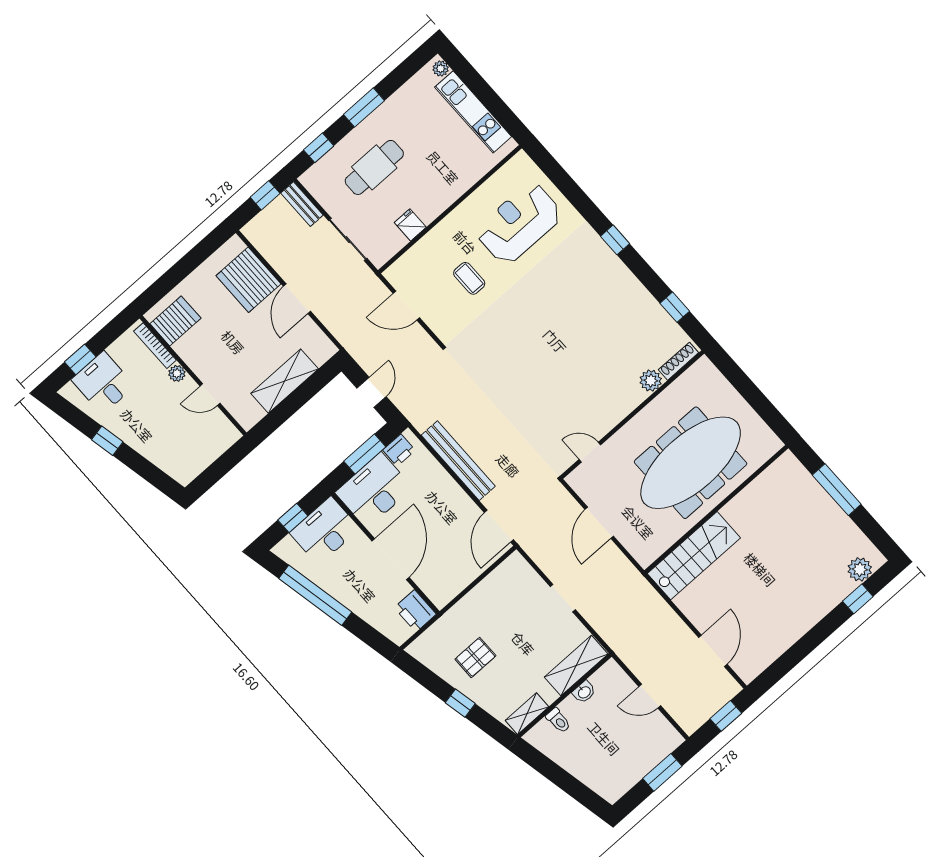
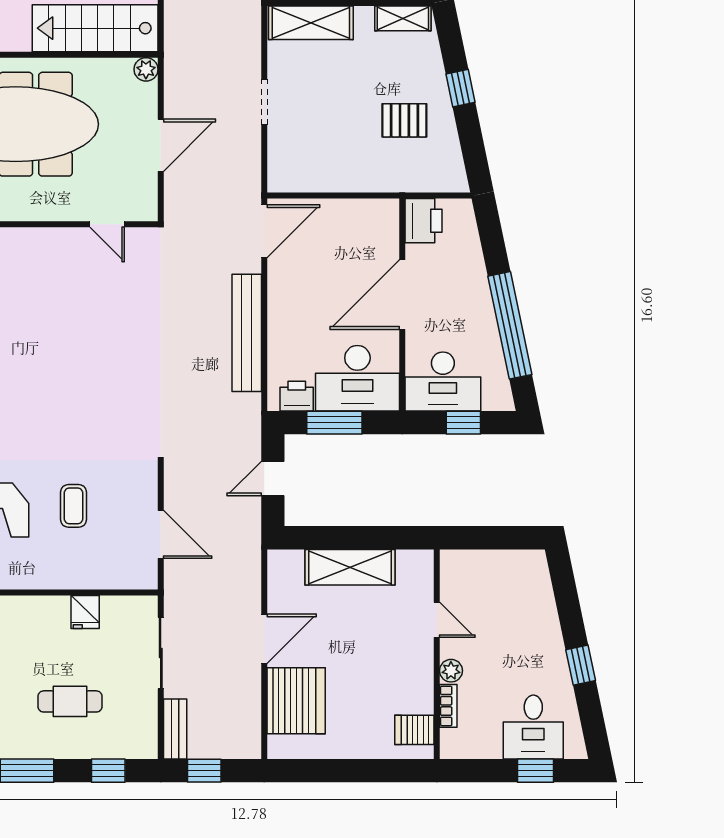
cafe table: (374, 167) -> (70, 701), width x0.73, depth x0.74
server rack: (175, 321) -> (414, 730), width x0.73, depth x0.70
bookcase: (155, 346) -> (448, 706), width x0.64
plant: (645, 558) -> (146, 69), added

